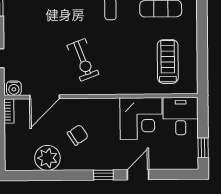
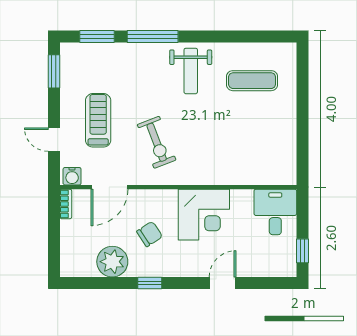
treadmill: (168, 62) -> (98, 120), moved
corner desk: (141, 119) -> (204, 215), moved
window: (103, 175) -> (150, 283), moved

